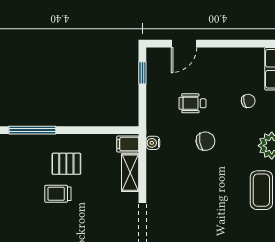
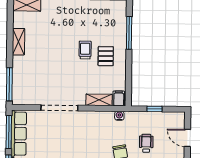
window: (142, 73) -> (155, 109), moved

